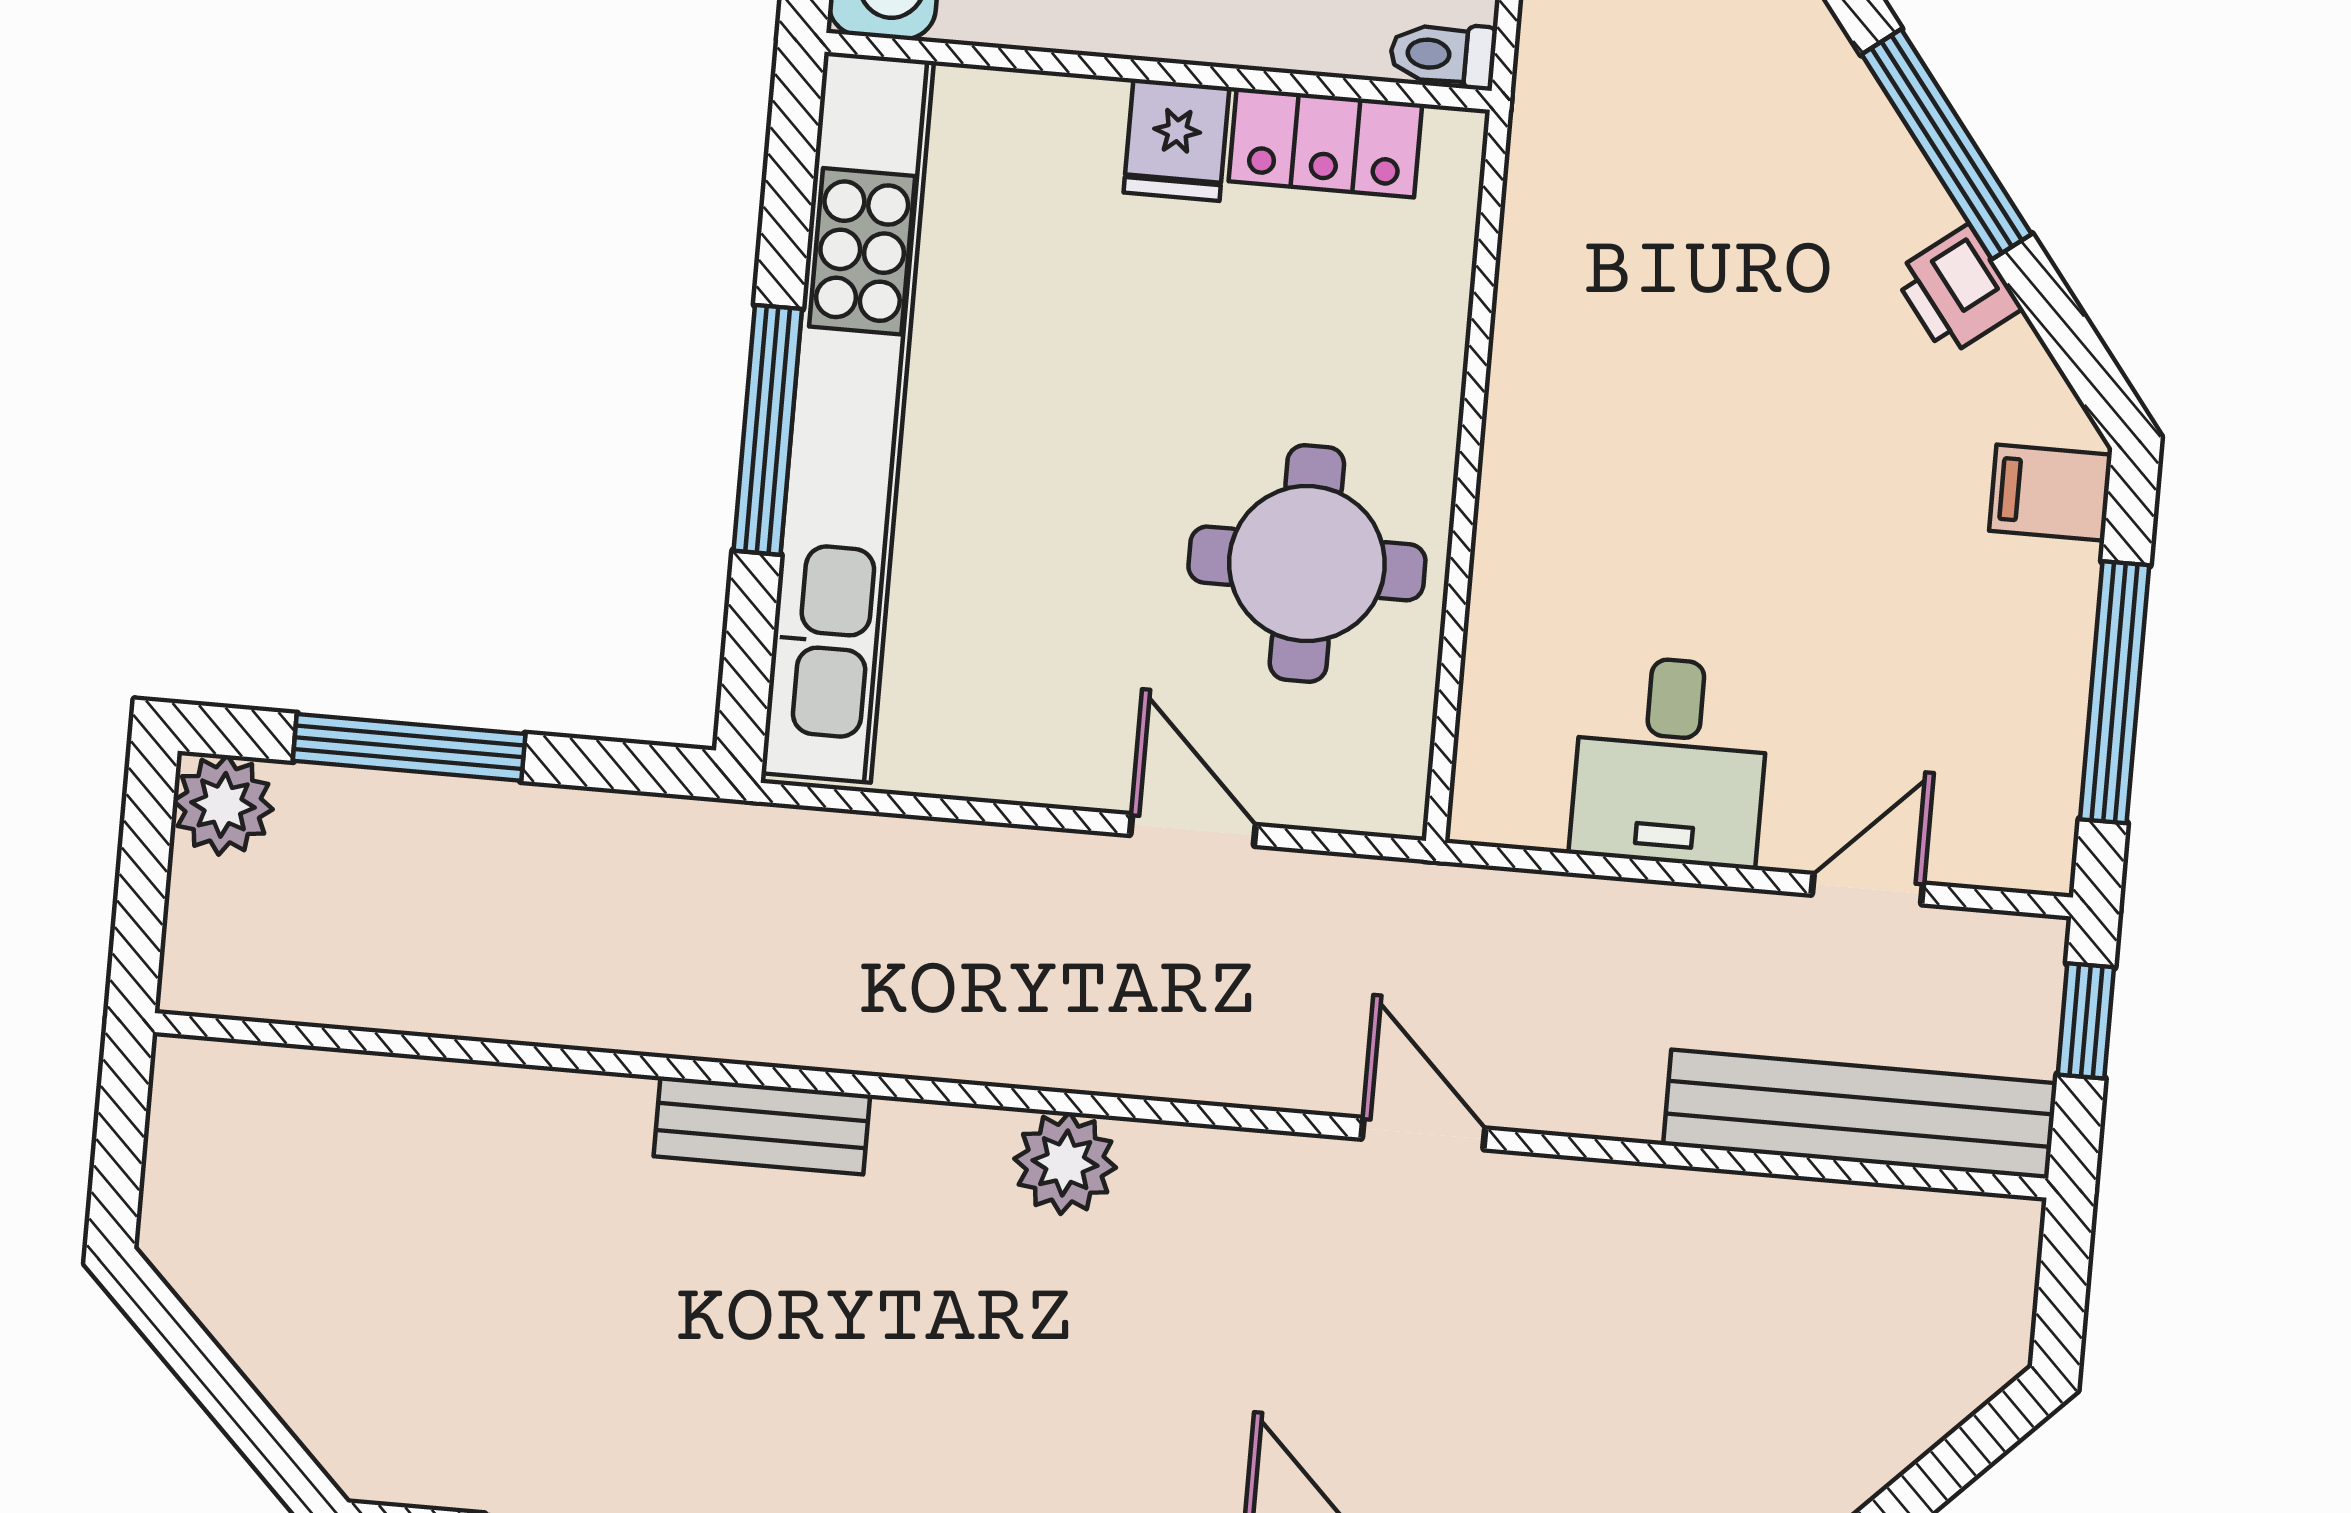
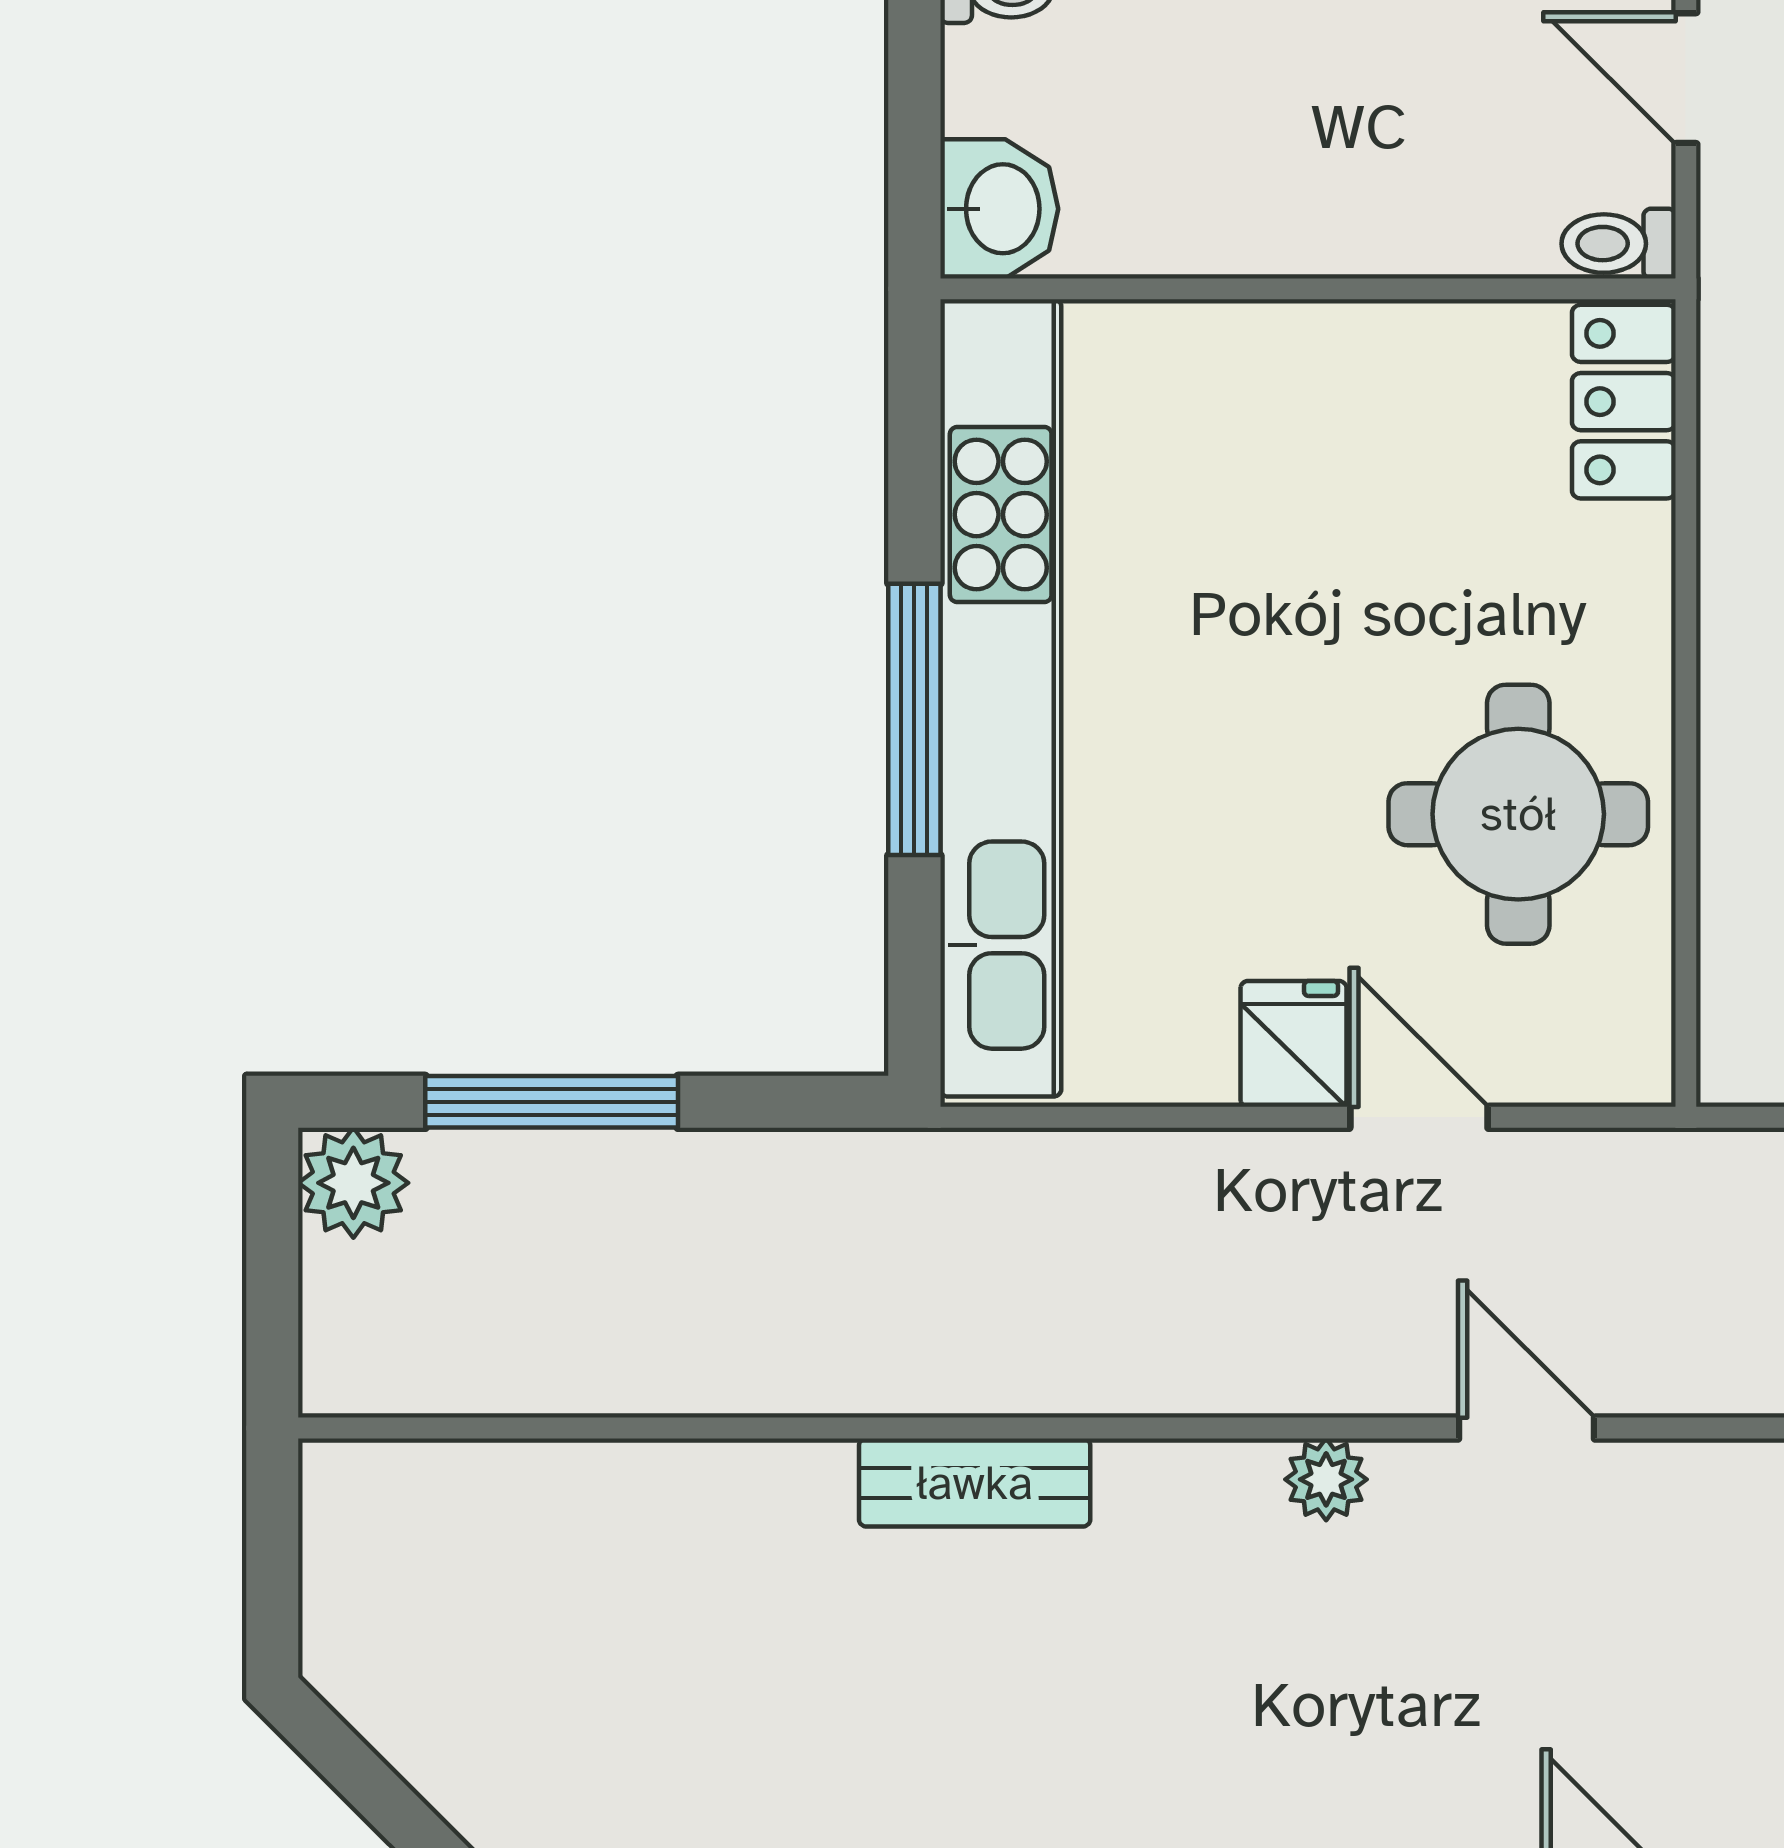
fridge: (1176, 140) -> (1294, 1044), moved, turned 180
locker: (1325, 143) -> (1624, 402), moved, turned 90
door: (1424, 1134) -> (1526, 1428), moved
plant: (1065, 1163) -> (1326, 1479), width x0.73, depth x0.73

